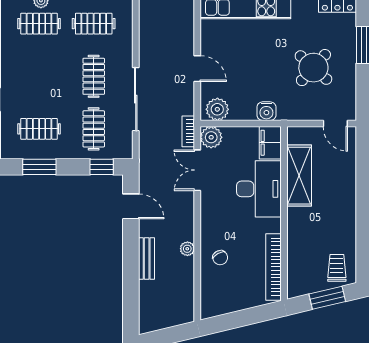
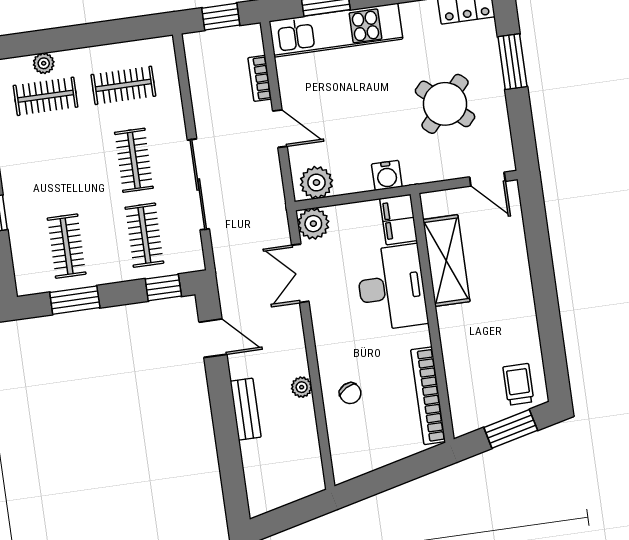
clothes rail: (39, 129) -> (67, 246), turned 90
bookcase: (188, 131) -> (260, 78), moved

